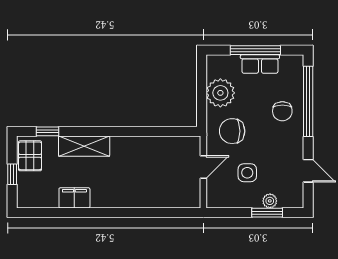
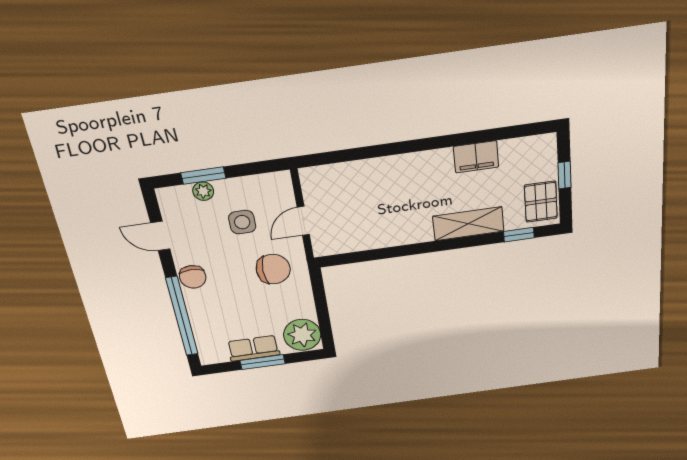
window: (255, 50) -> (263, 362), width x0.69
plant: (220, 93) -> (302, 335), moved
chair: (282, 111) -> (193, 277), moved, turned 180

